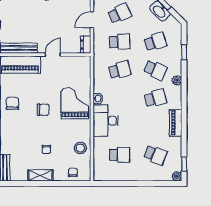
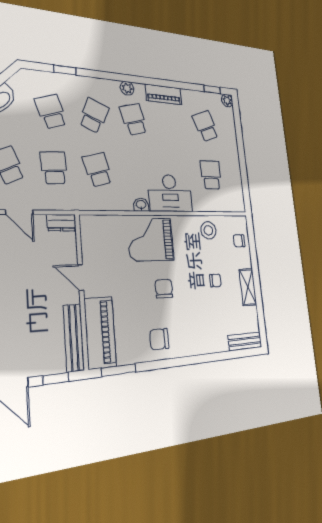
plant: (177, 80) -> (127, 88), moved
school desk: (155, 155) -> (206, 126), turned -42

